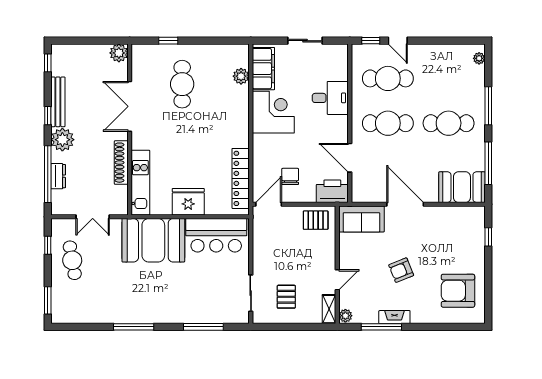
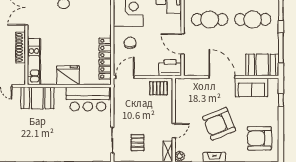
chair: (290, 176) -> (130, 43), moved
sofa: (361, 219) -> (251, 87), moved
booth: (153, 240) -> (37, 98), width x0.73, depth x0.70
armchair: (401, 270) -> (219, 124), width x1.88, depth x1.88

